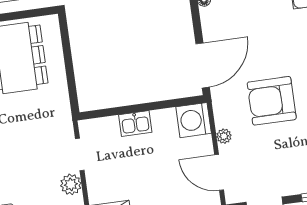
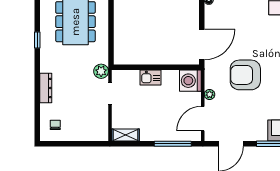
door: (219, 172) -> (203, 119), hinge flipped
plant: (71, 184) -> (101, 71), moved

